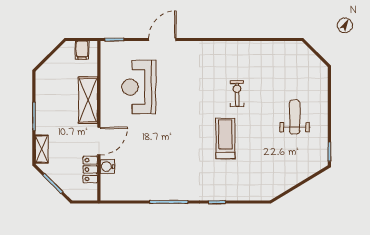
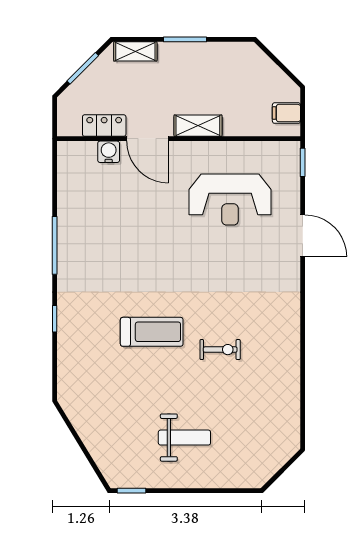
reception desk: (139, 87) -> (230, 200), turned 180
shelving: (88, 100) -> (198, 126), width x0.67, depth x0.75

